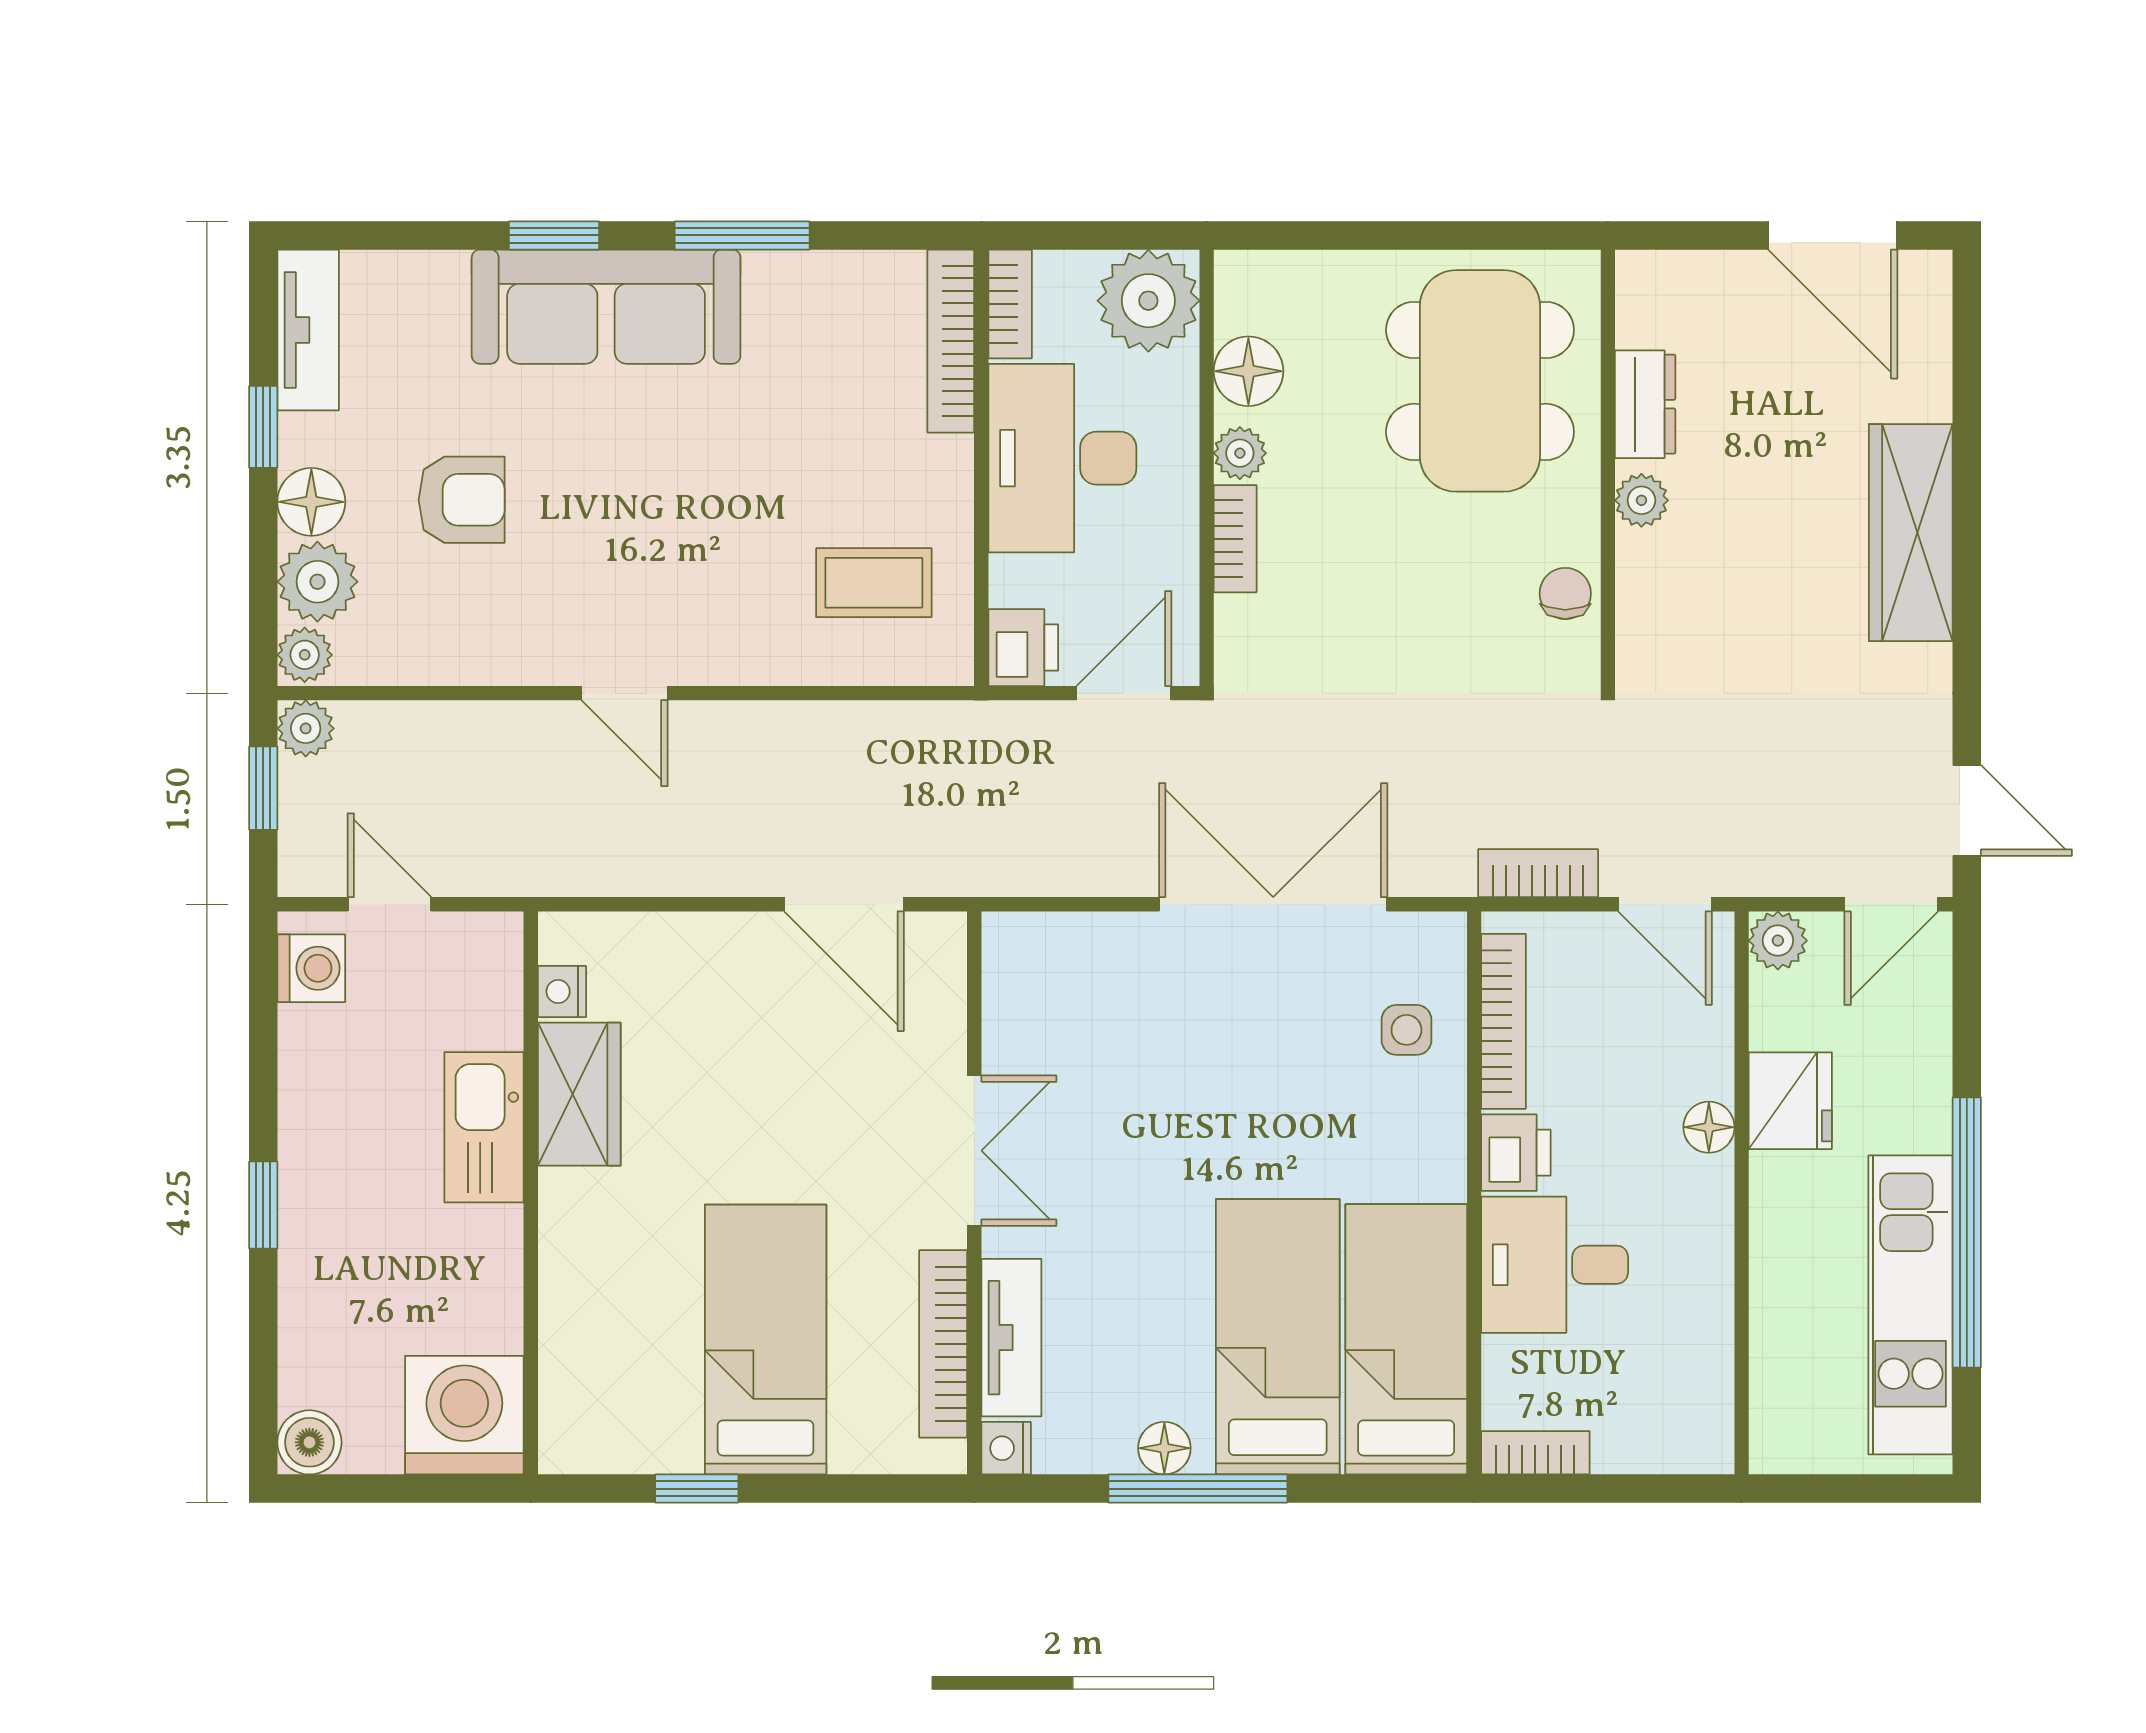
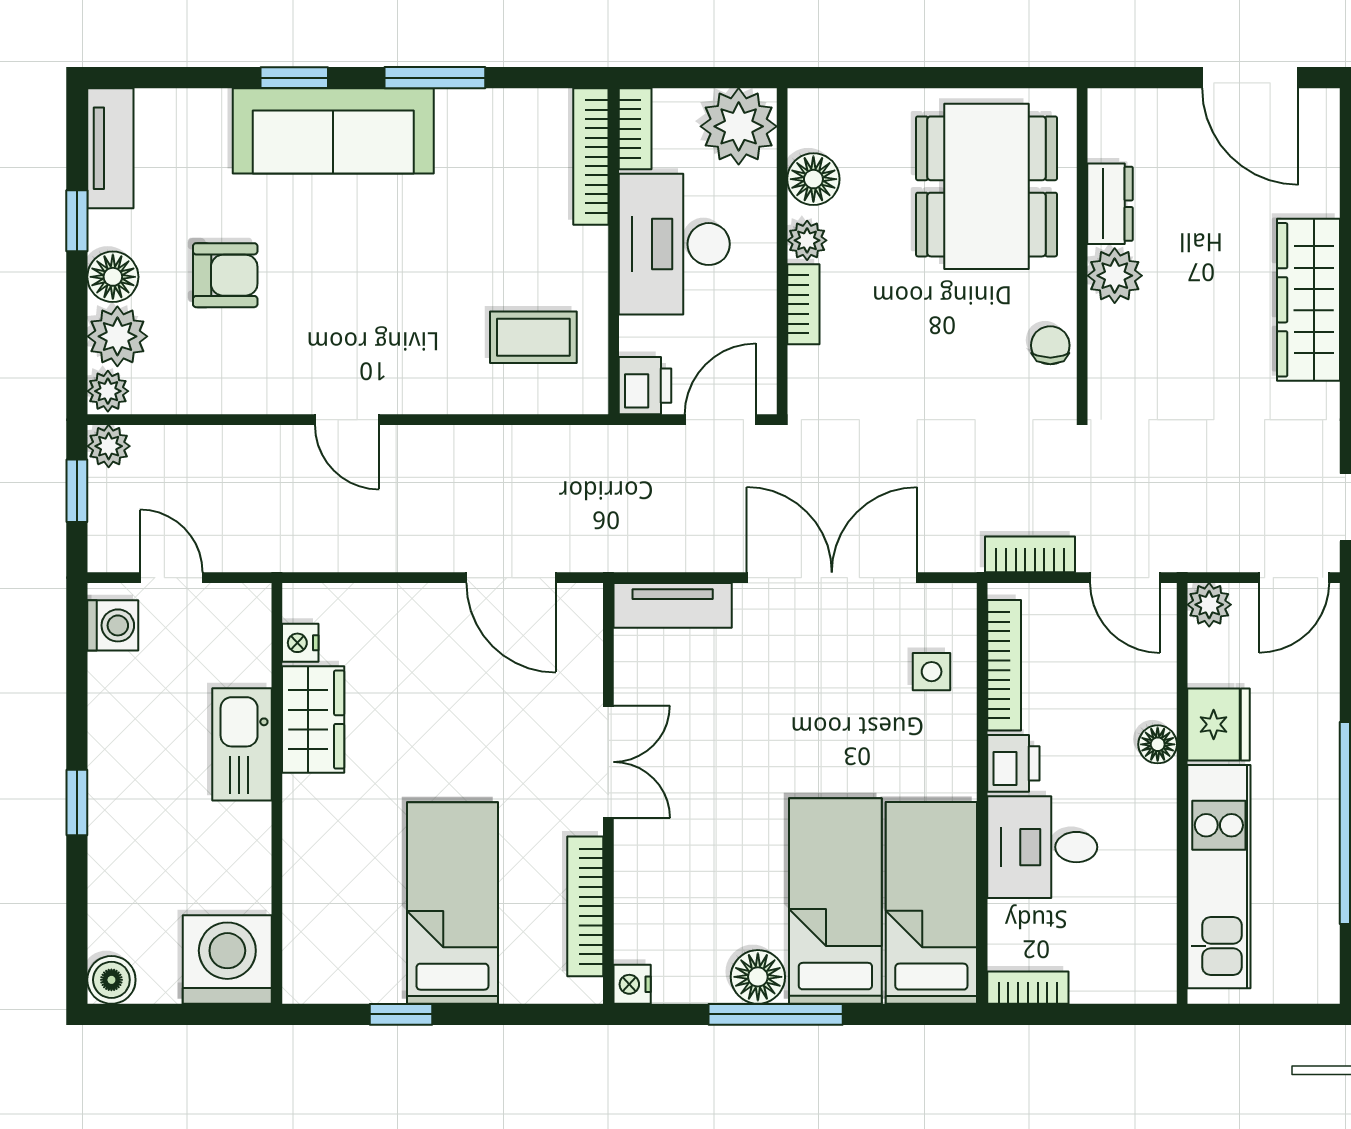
plant: (1641, 500) -> (1115, 276), width x1.38, depth x1.38
kitchen unit: (1911, 1305) -> (1219, 877), moved, turned 180
tv unit: (1011, 1338) -> (673, 605), moved, turned 90
floor lamp: (1164, 1448) -> (758, 977), width x1.37, depth x1.37

